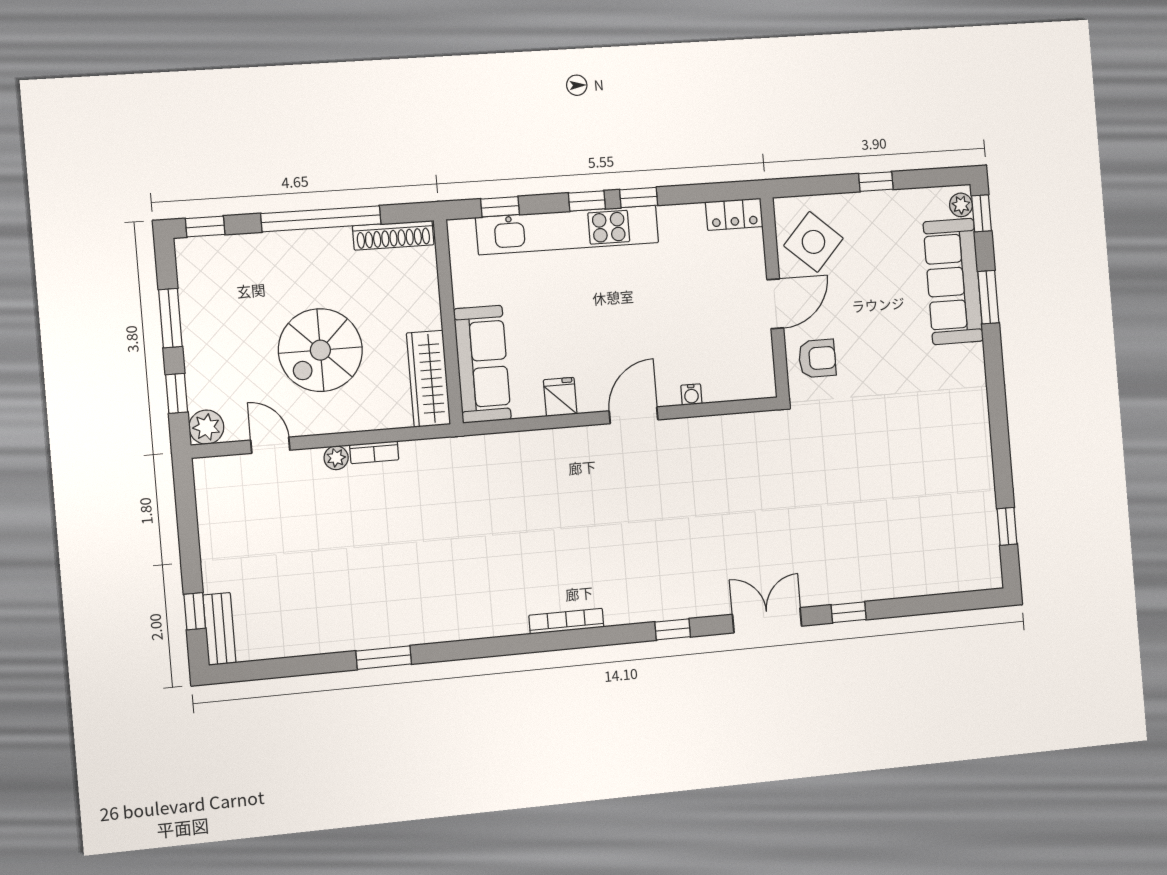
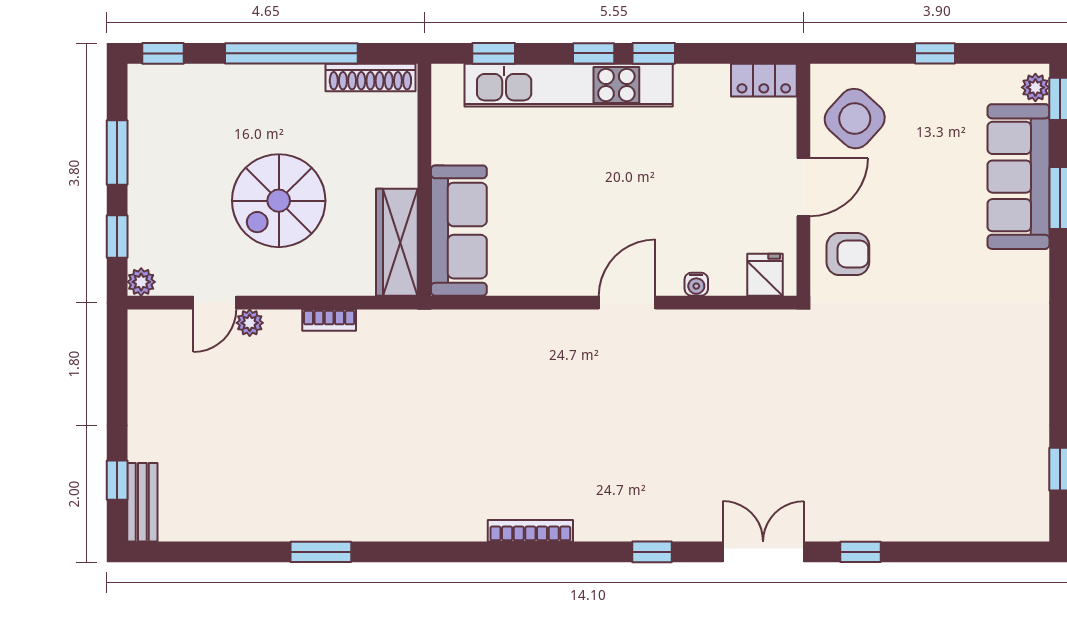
fridge: (560, 397) -> (765, 275), moved
plant: (206, 427) -> (141, 282), width x0.73, depth x0.73
door: (270, 445) -> (215, 303), swing flipped
plant: (336, 458) -> (250, 323), moved

